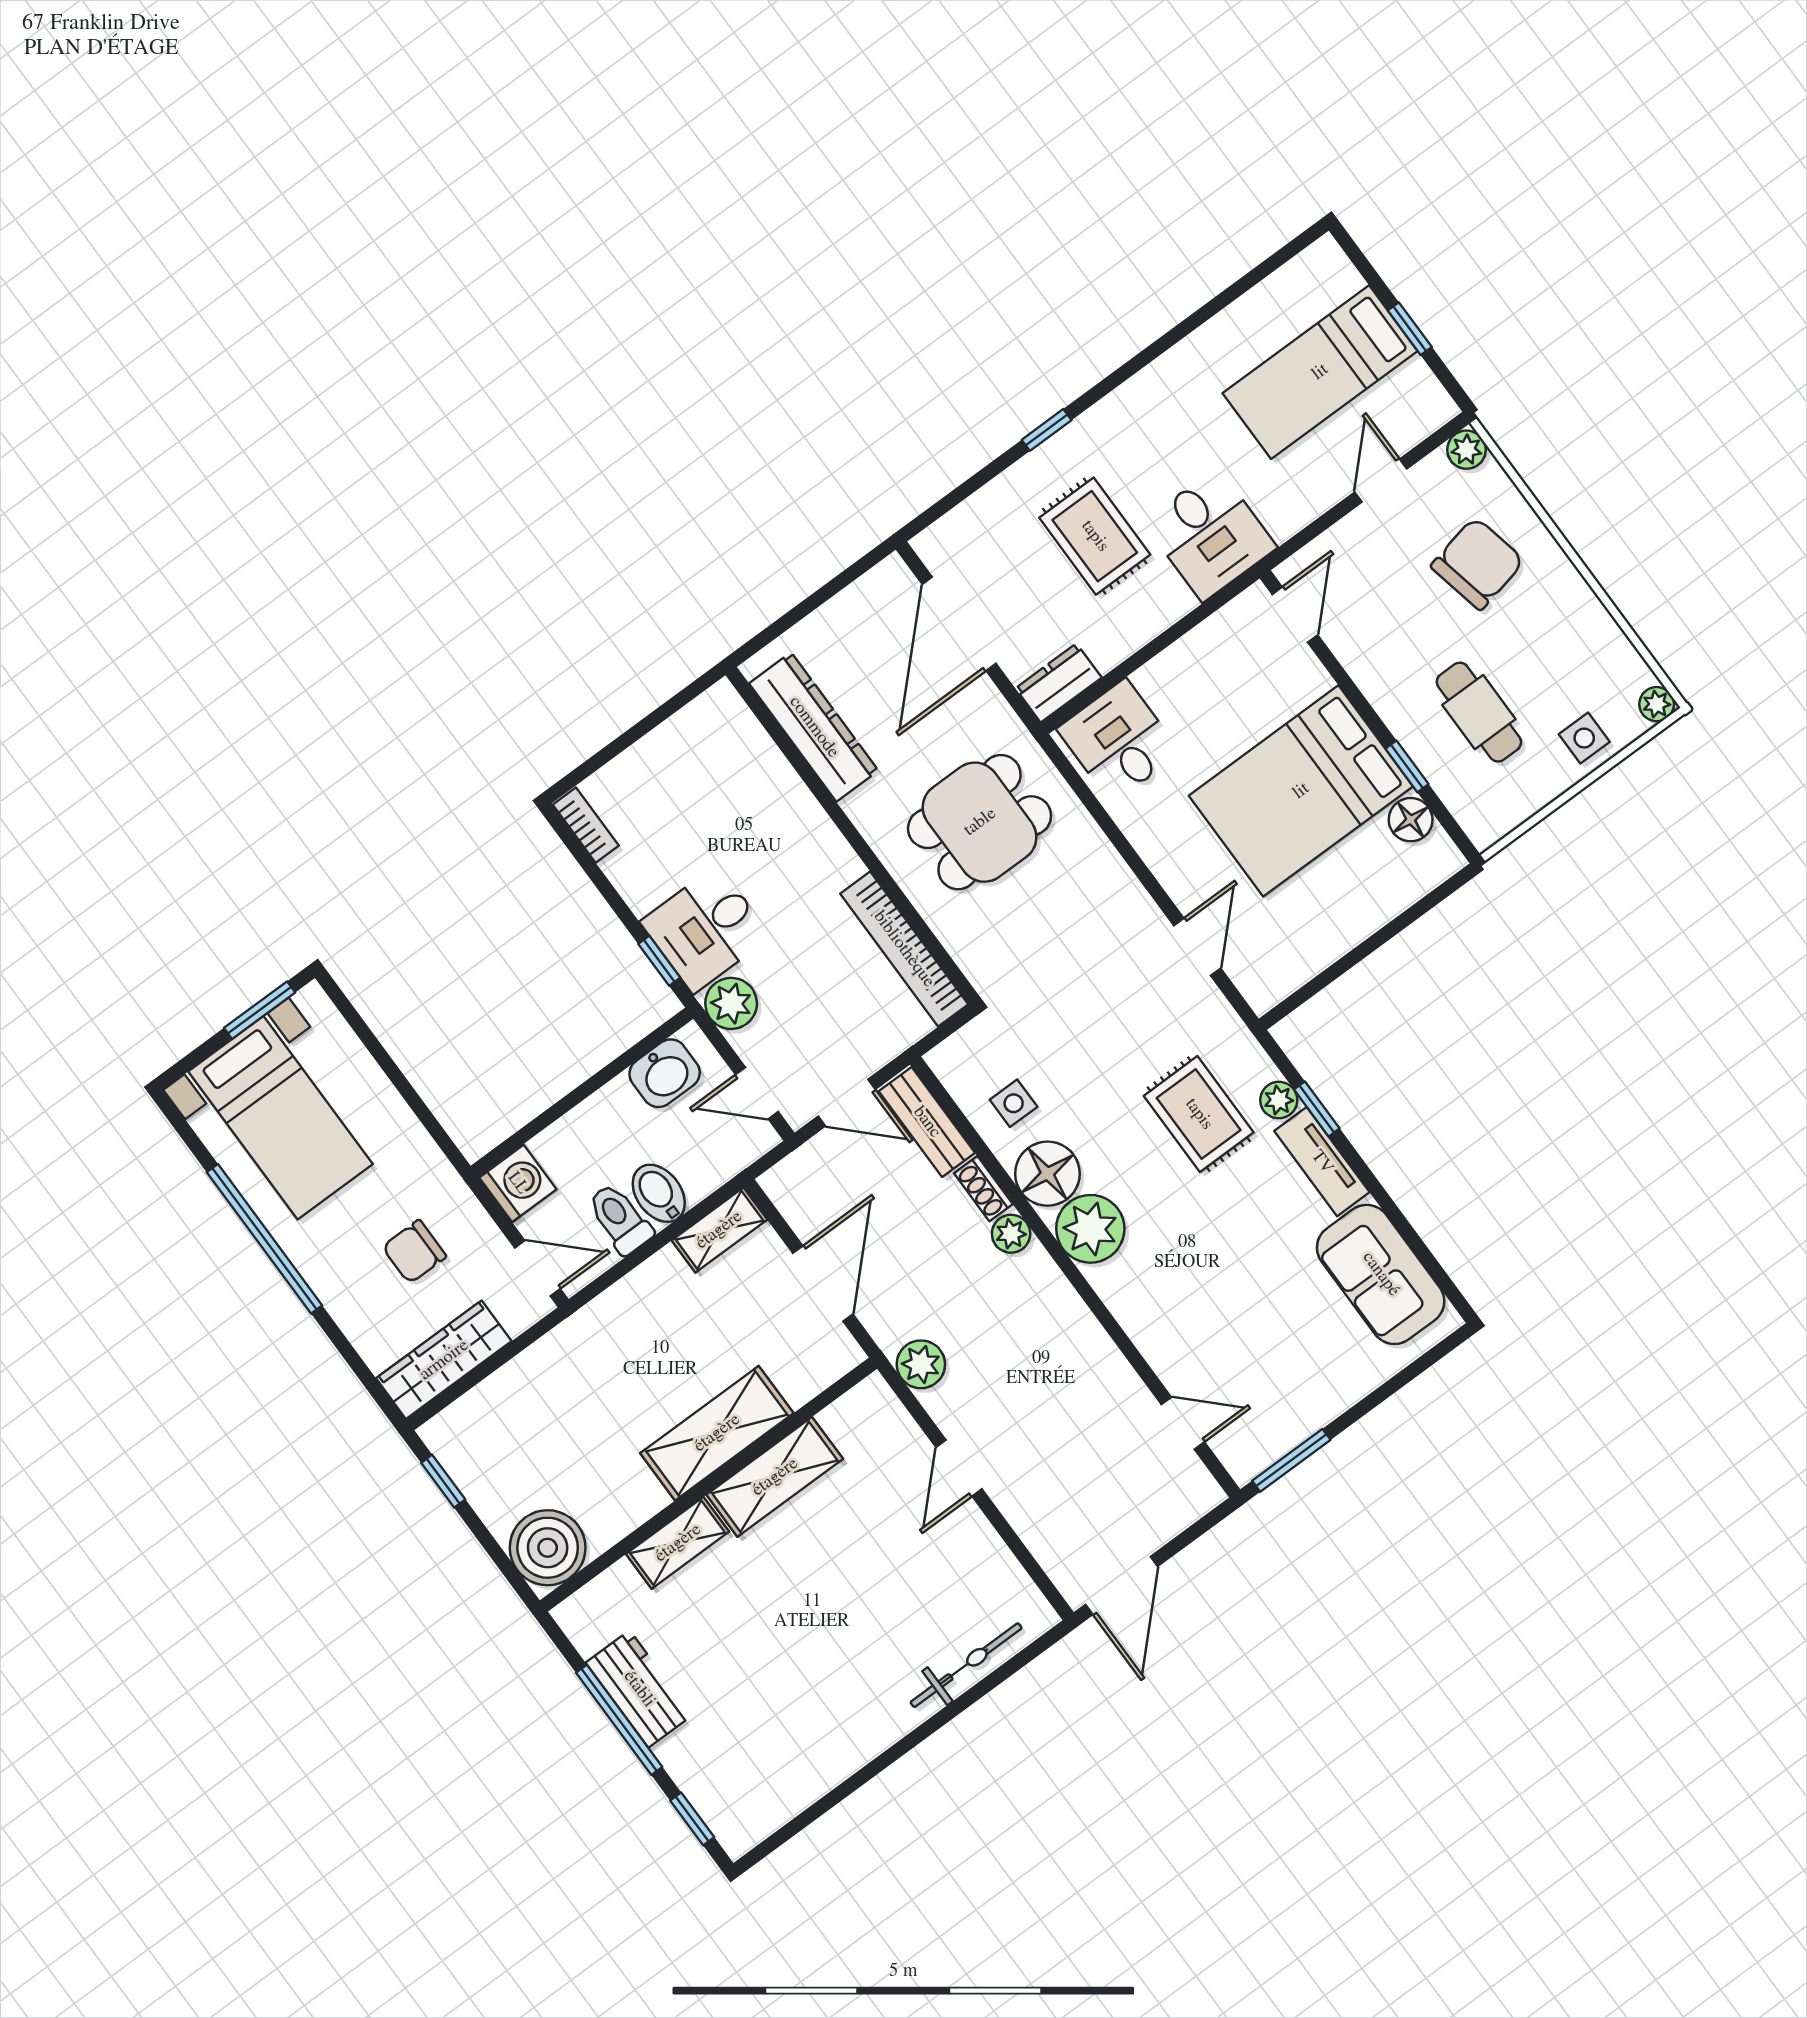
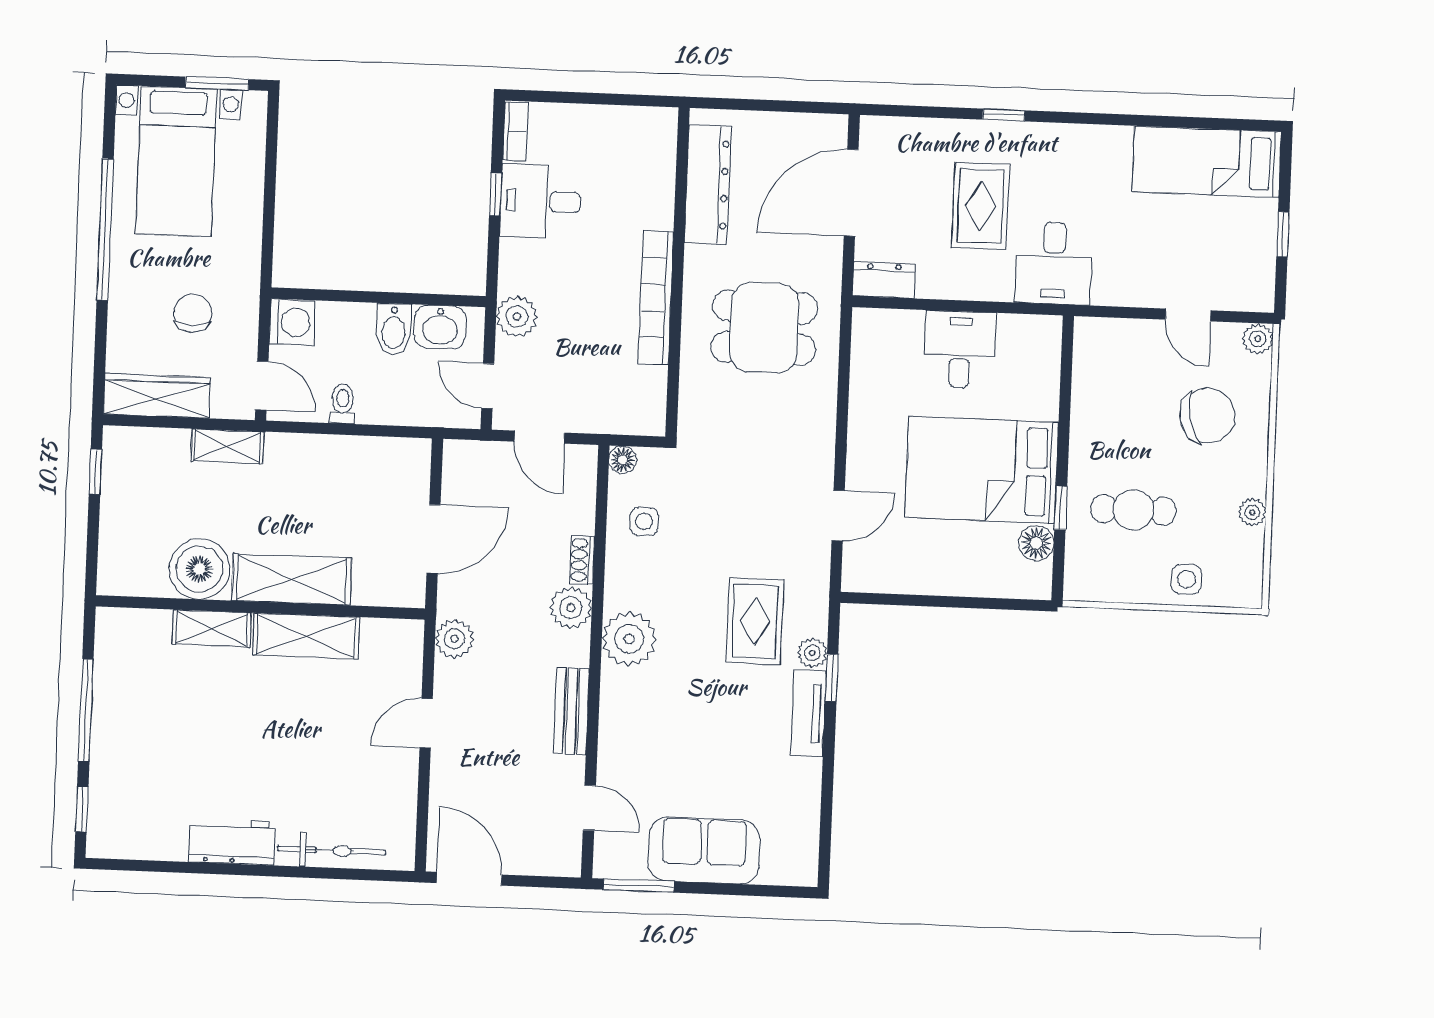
bed: (1320, 372) -> (1207, 162), moved
door: (1381, 480) -> (1188, 315), swing flipped
door: (1295, 615) -> (1067, 356), removed
plant: (1657, 704) -> (1252, 512), moved
cafe table: (1479, 712) -> (1133, 510), turned 90
desk: (1119, 741) -> (960, 349), moved
desk: (706, 929) -> (540, 201), moved
bookcase: (904, 949) -> (656, 298), moved
window: (659, 961) -> (495, 194), moved
bench: (927, 1122) -> (571, 711), moved
floor lamp: (1047, 1174) -> (623, 460), moved, width x0.53, depth x0.53
bidet: (659, 1193) -> (394, 329), moved, turned 180
toilet: (620, 1219) -> (343, 404), width x0.73, depth x0.72
shelving: (719, 1230) -> (228, 446), moved
plant: (1011, 1234) -> (571, 608), width x1.38, depth x1.38
chair: (414, 1252) -> (193, 313), turned 90
sofa: (1381, 1274) -> (704, 850), moved, turned 90
boiler: (548, 1548) -> (199, 569), moved
door: (1122, 1585) -> (469, 879), swing flipped
workbench: (639, 1689) -> (232, 842), moved, turned -90

